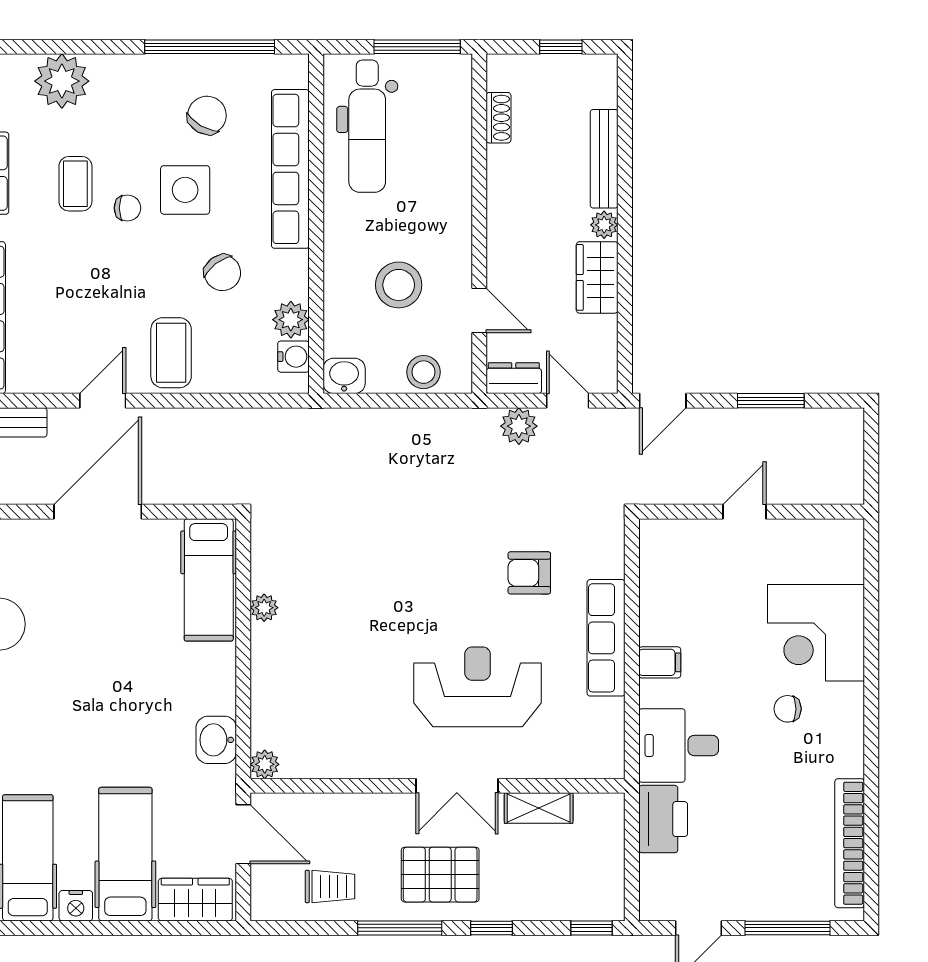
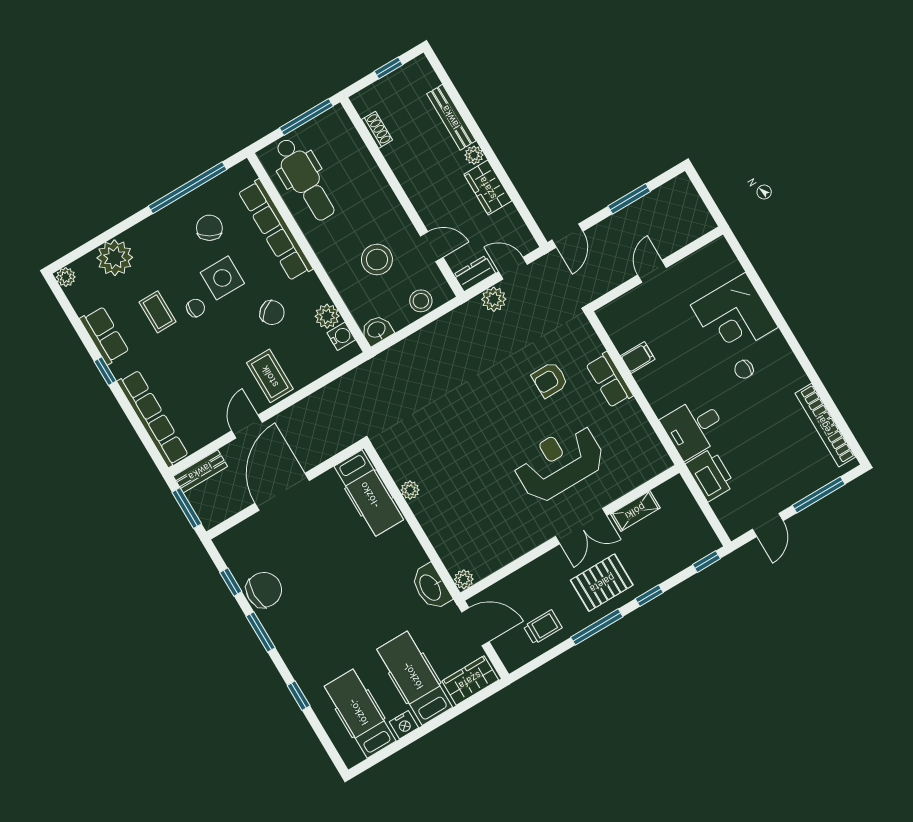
row of seats: (606, 638) -> (609, 380), width x0.68
filing cabinet: (660, 662) -> (638, 357), moved
washbasin: (216, 740) -> (431, 587), width x1.38

